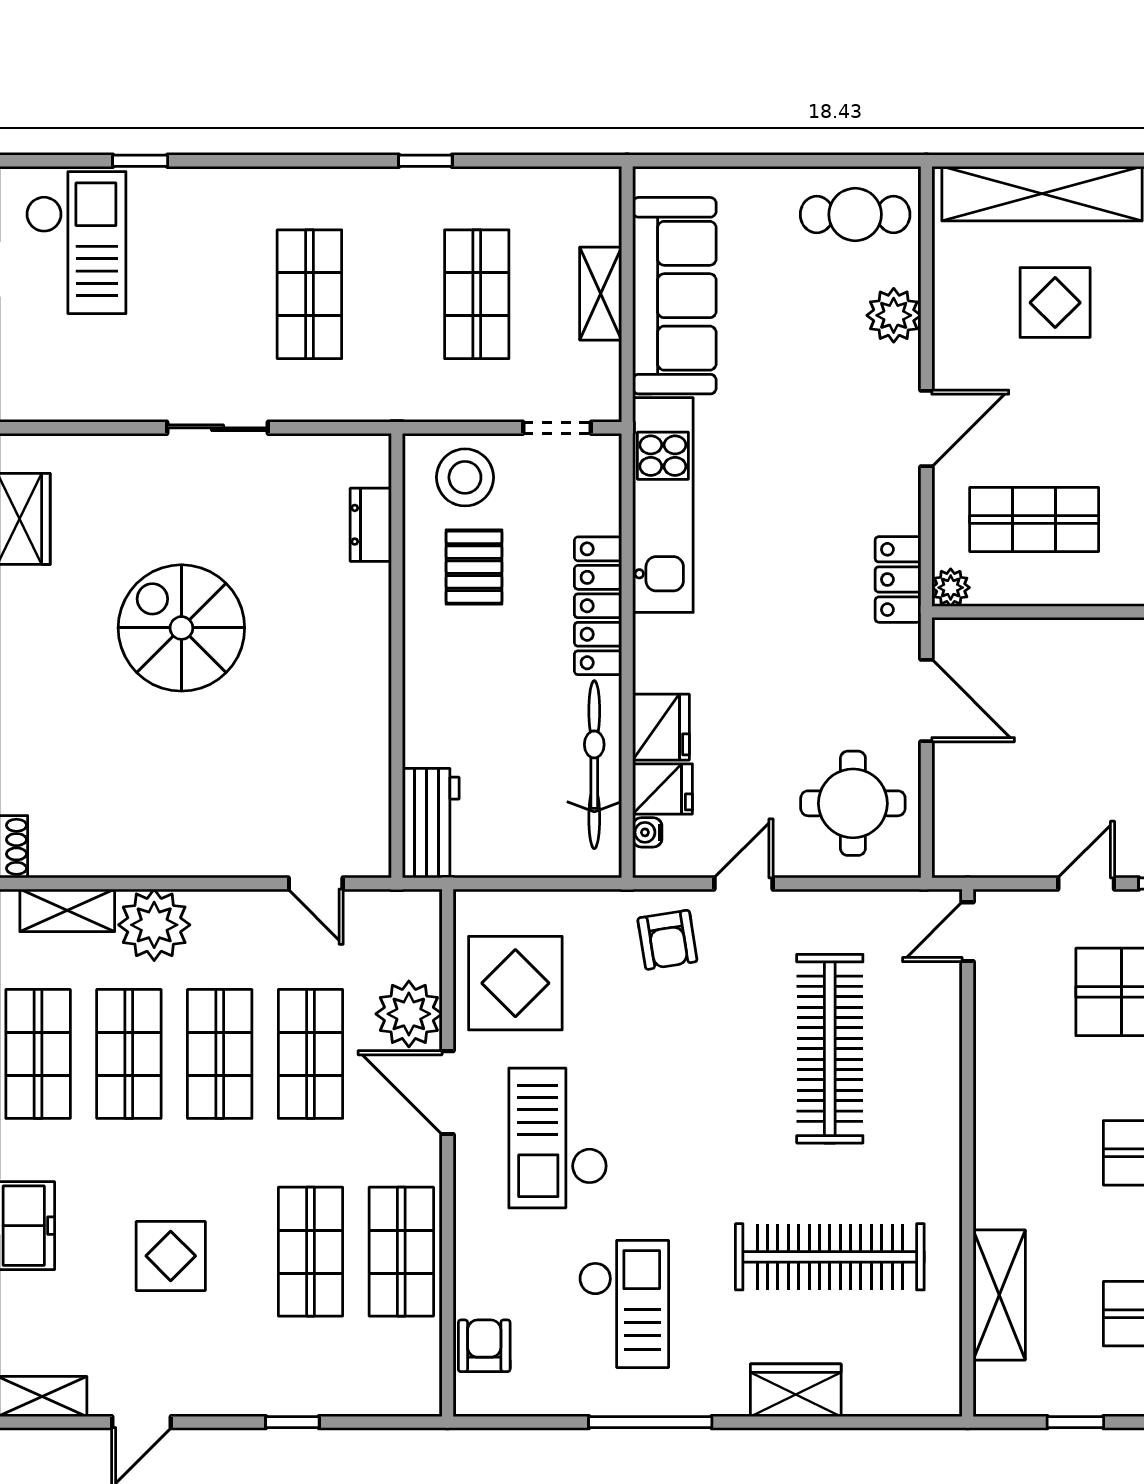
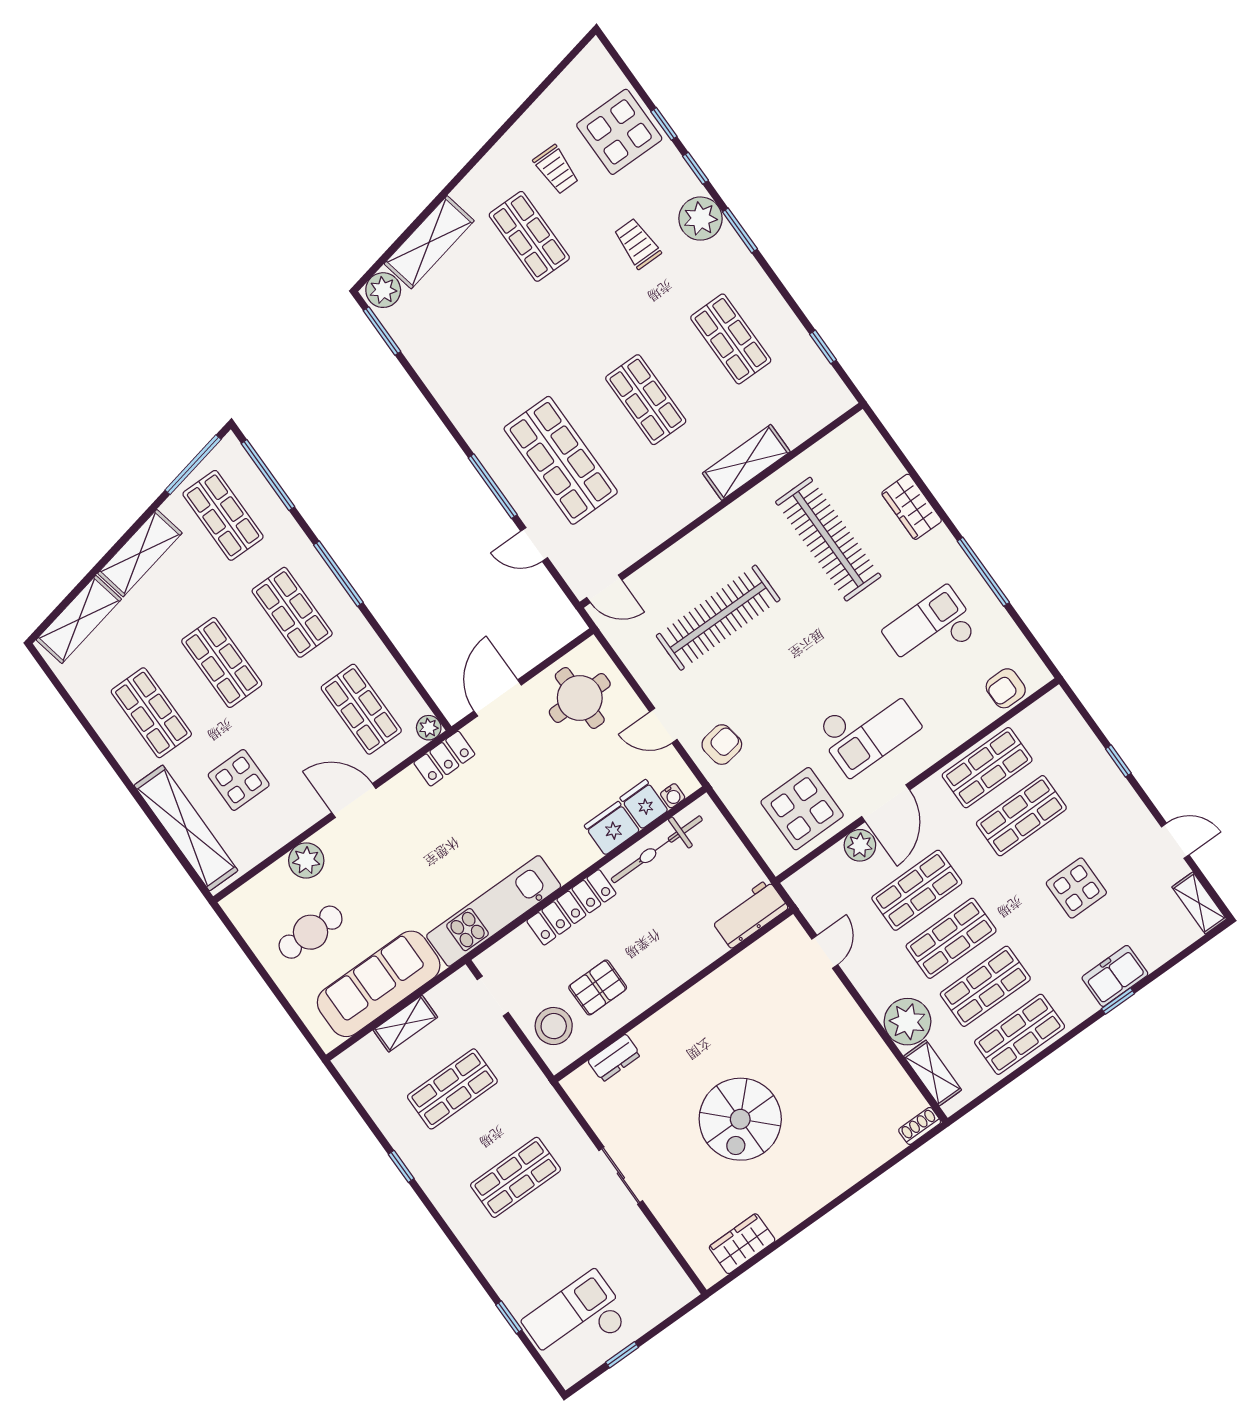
cafe table: (855, 214) -> (311, 932), moved, turned 90
plant: (409, 1014) -> (860, 845), width x0.73, depth x0.73
shelving: (999, 1295) -> (746, 462), moved

